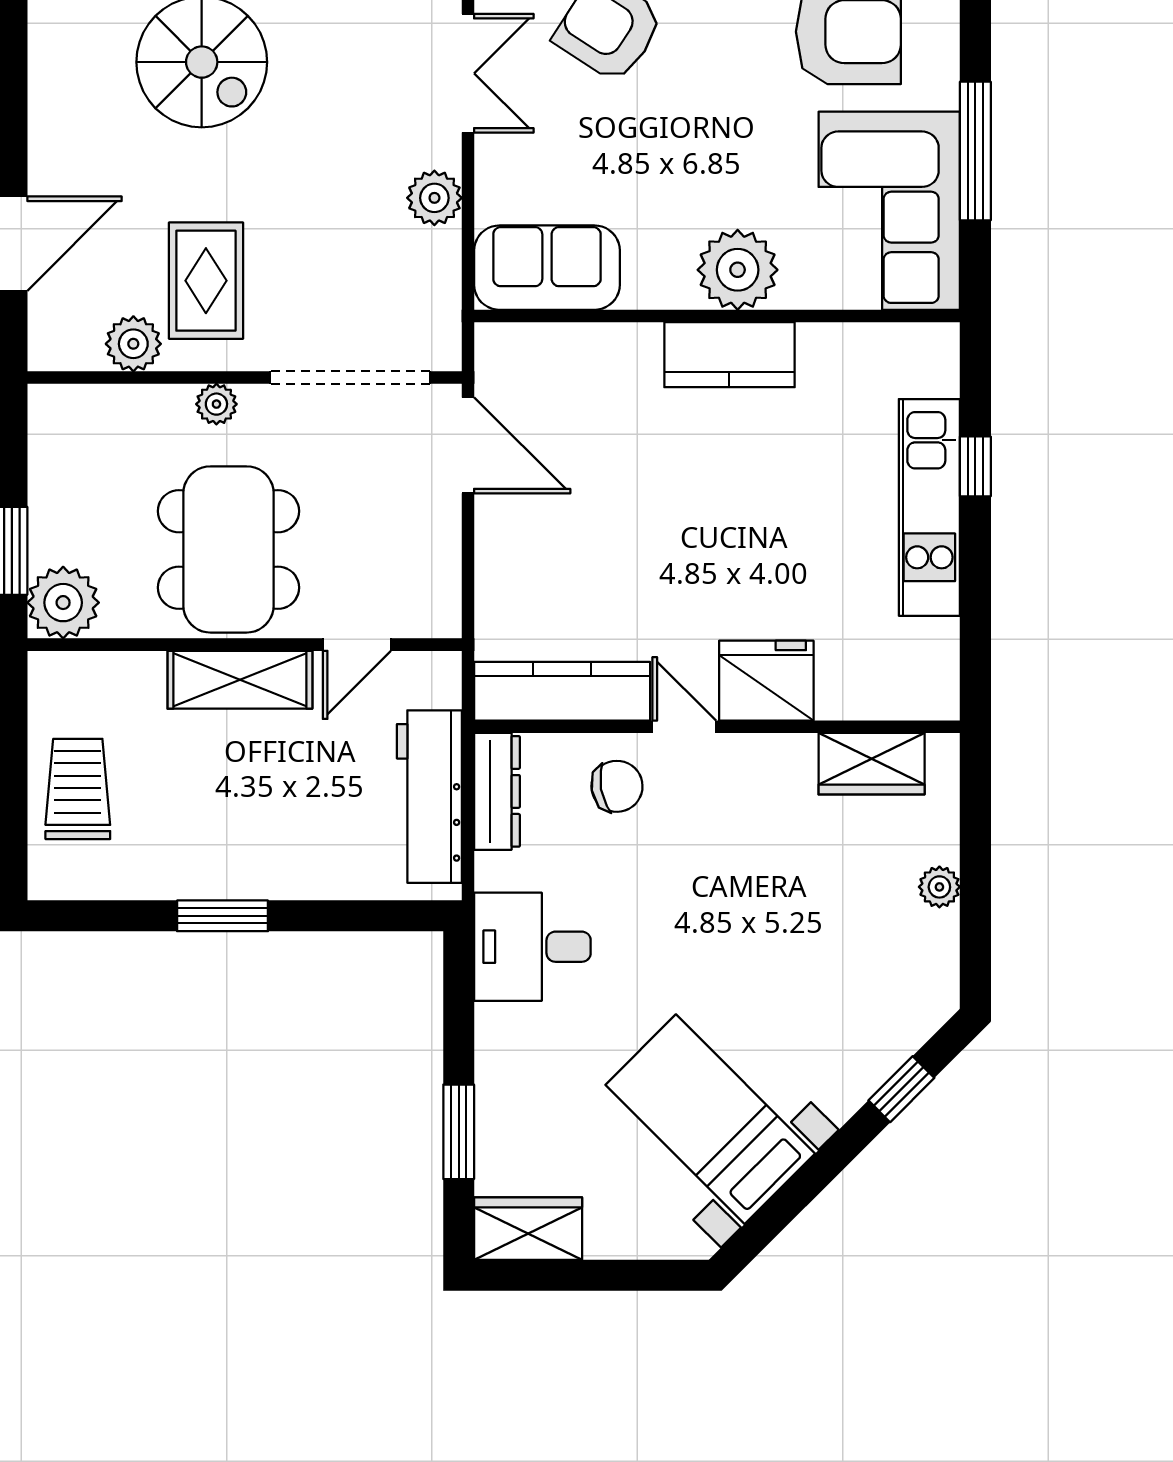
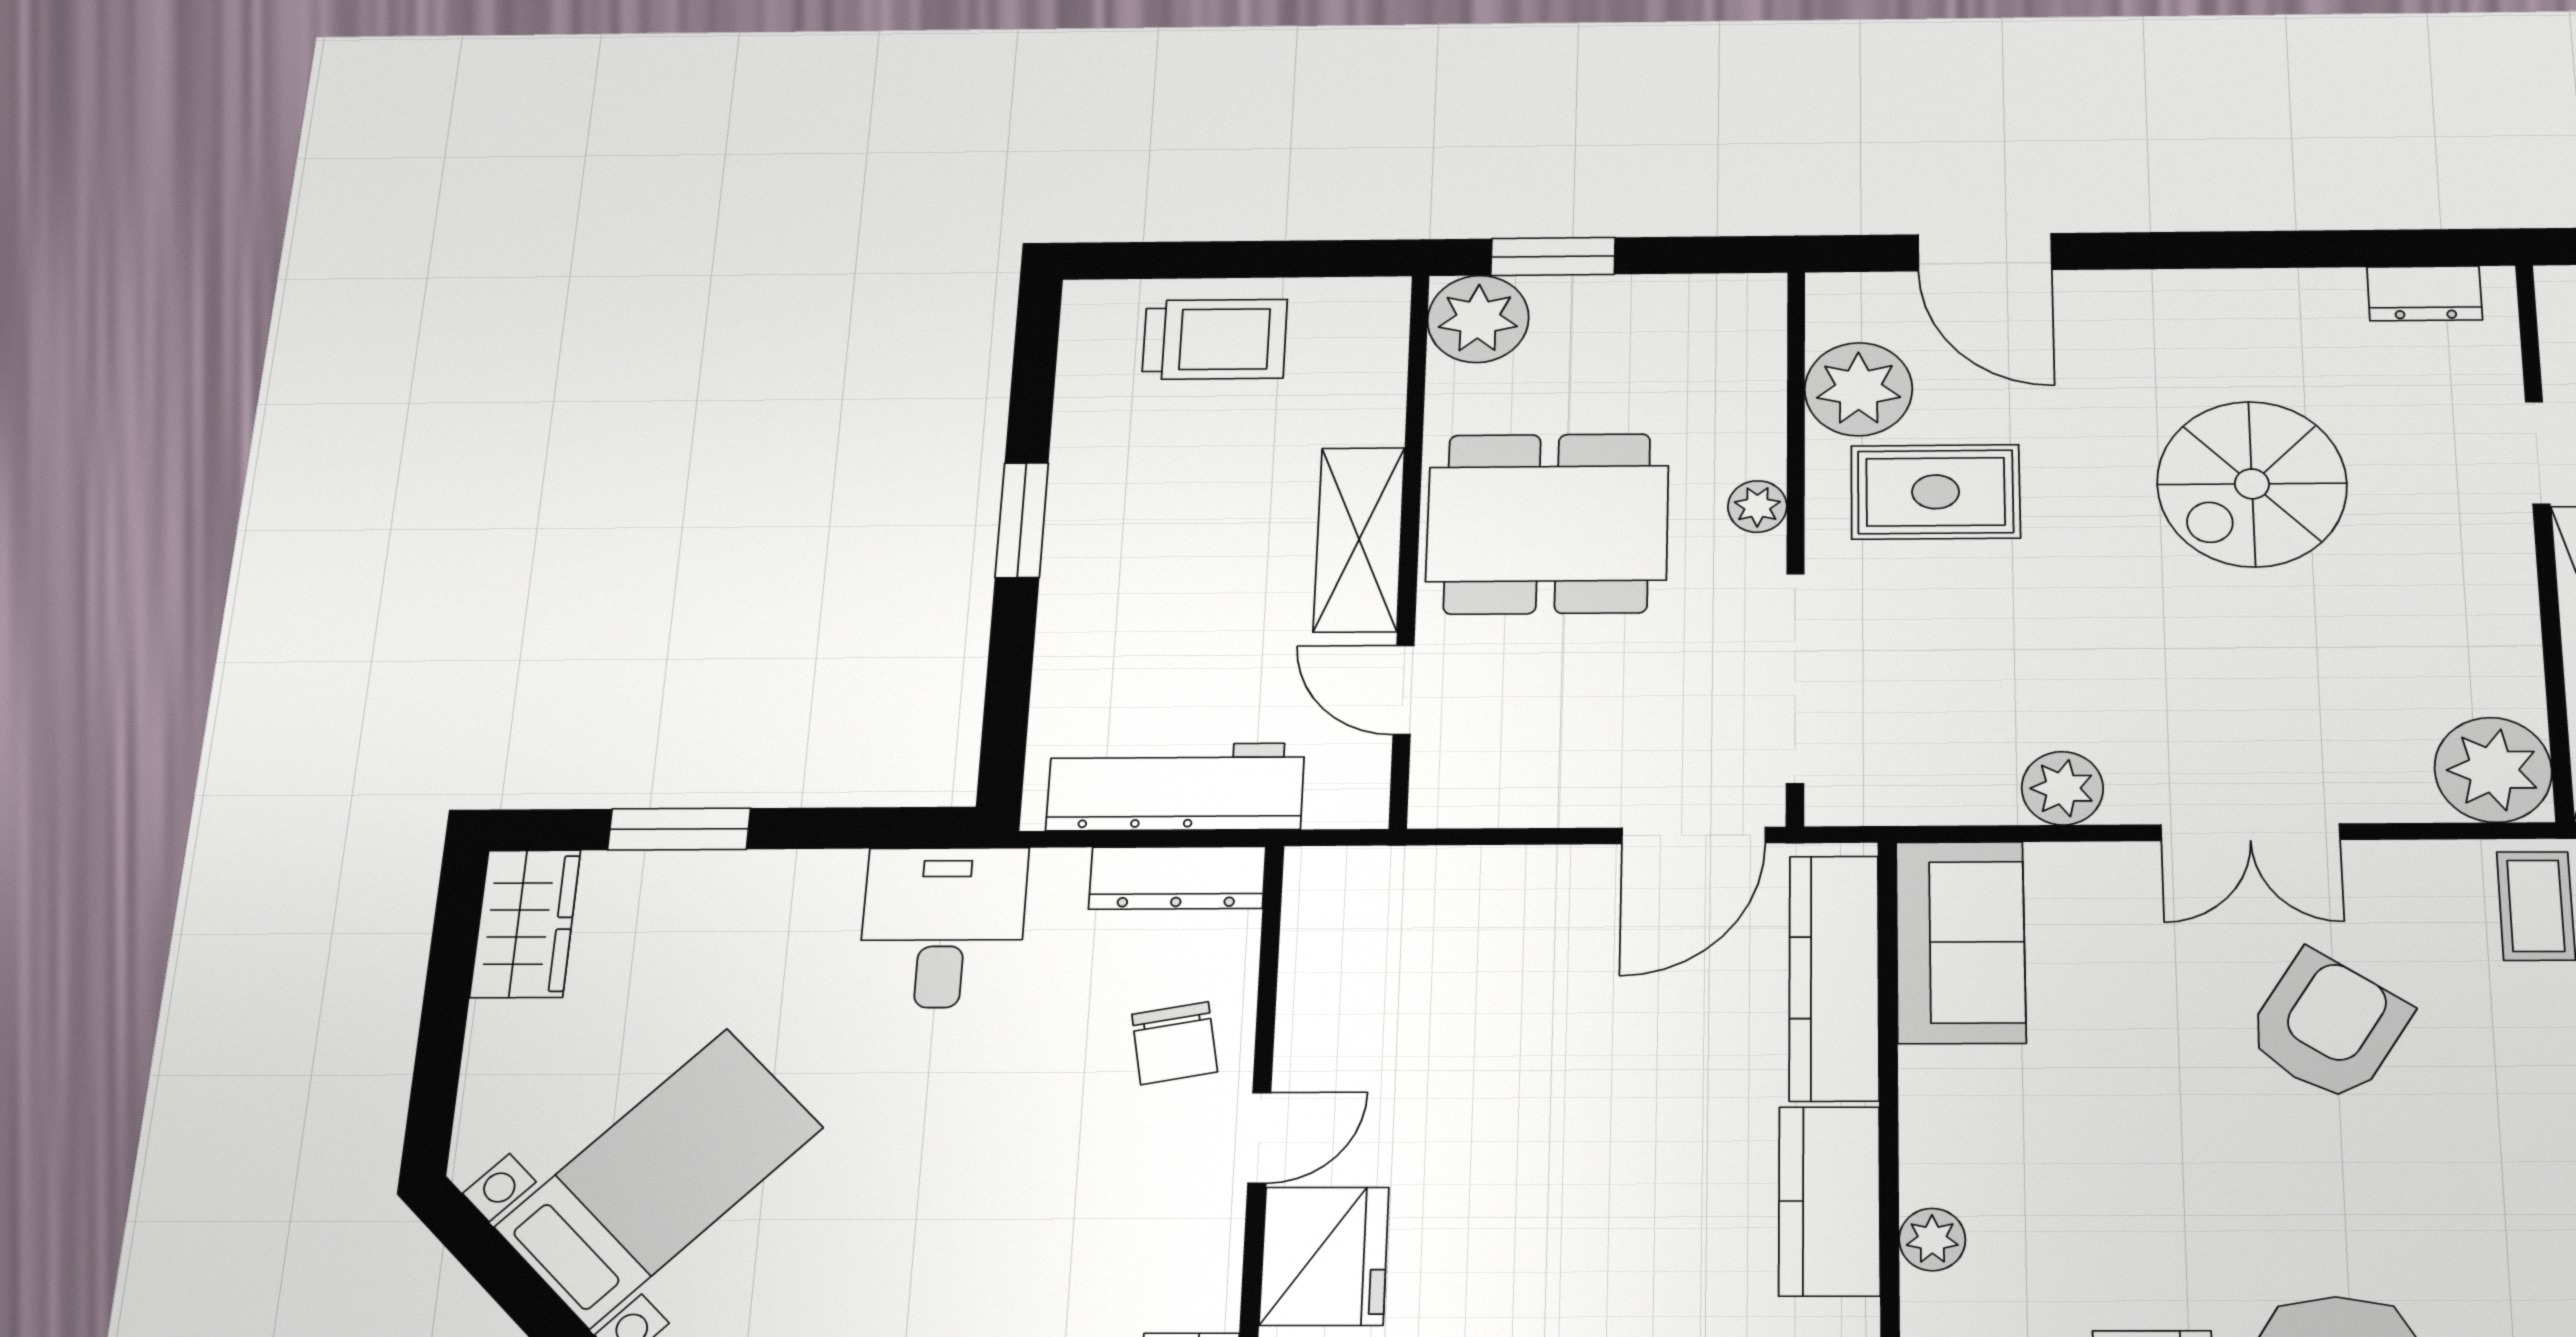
plant: (738, 270) -> (1932, 1239), width x0.53, depth x0.53
plant: (133, 344) -> (1859, 389), width x1.36, depth x1.36
kitchen counter: (562, 691) -> (1834, 978), moved, turned 180

